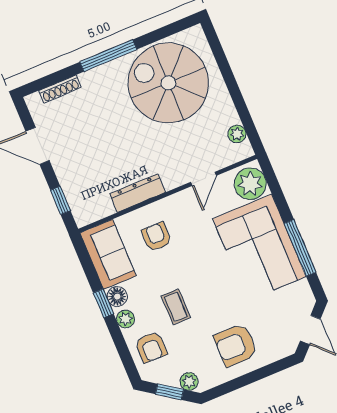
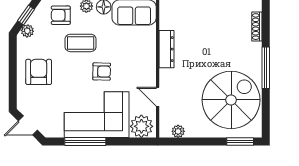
window: (217, 49) -> (240, 142), added
armchair: (156, 237) -> (102, 71), moved
coffee table: (176, 307) -> (81, 43), width x1.36, depth x1.30

